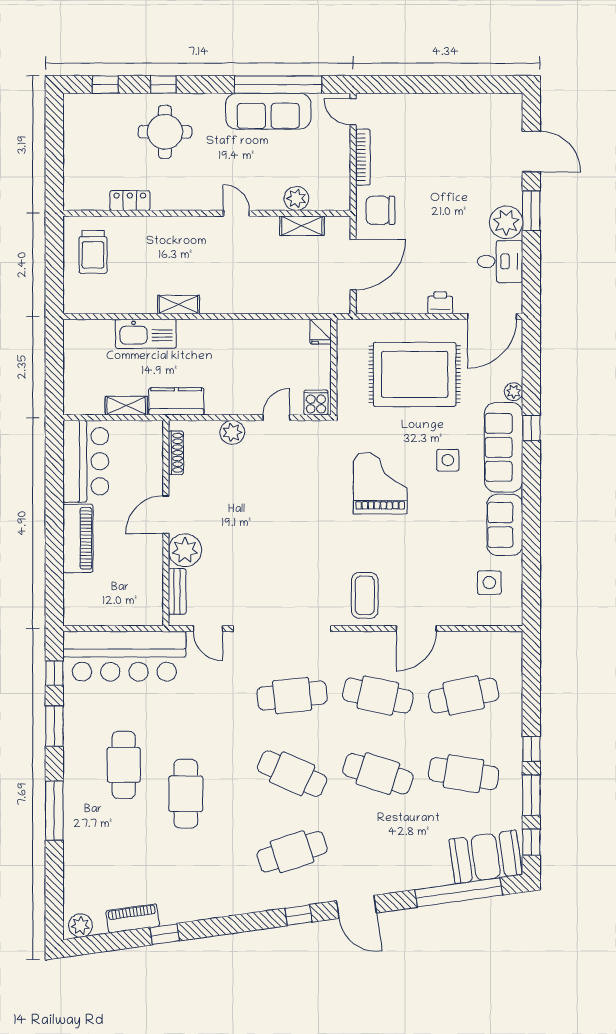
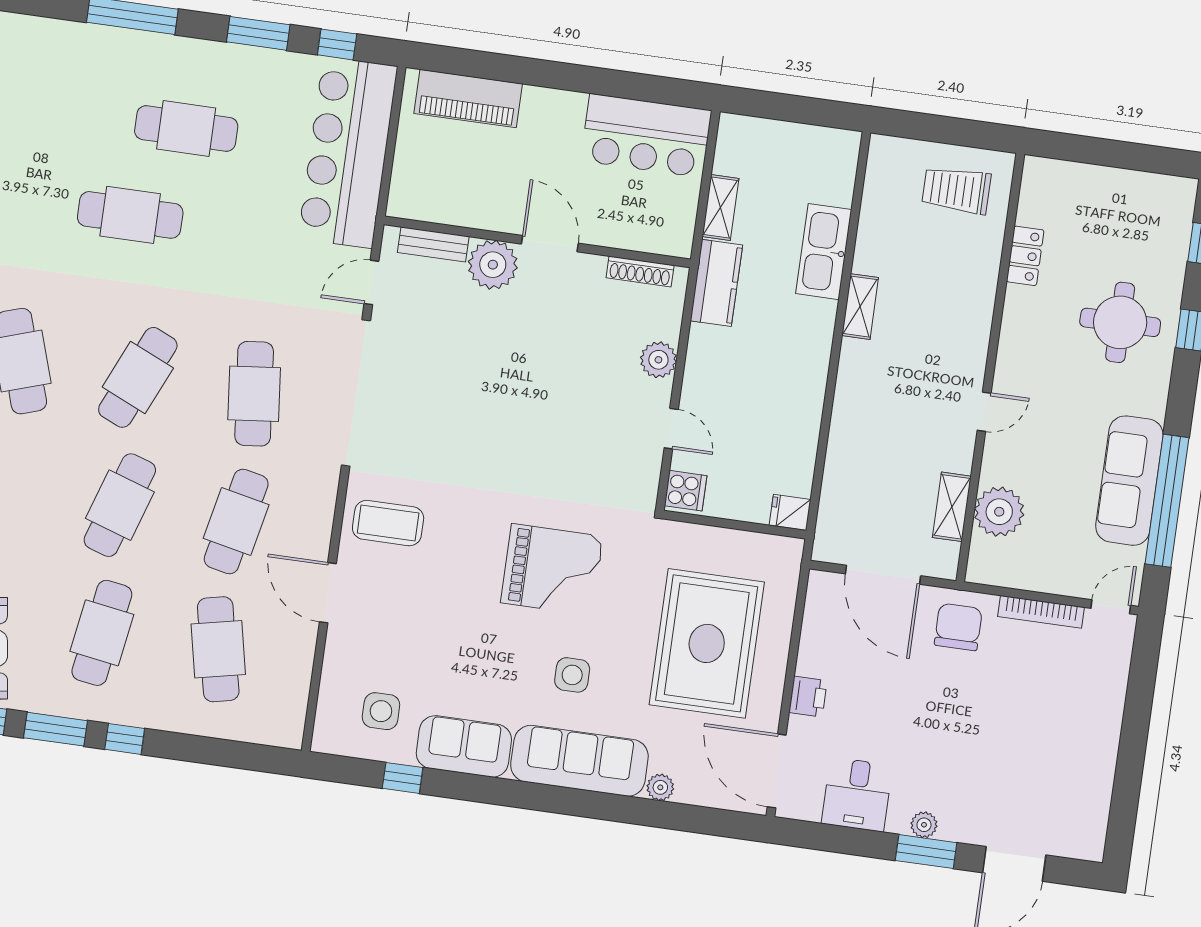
plant: (296, 198) -> (999, 512), width x1.36, depth x1.36
plant: (506, 222) -> (924, 825), width x0.53, depth x0.53
window: (531, 428) -> (403, 778), moved
piano: (78, 538) -> (468, 99), moved

